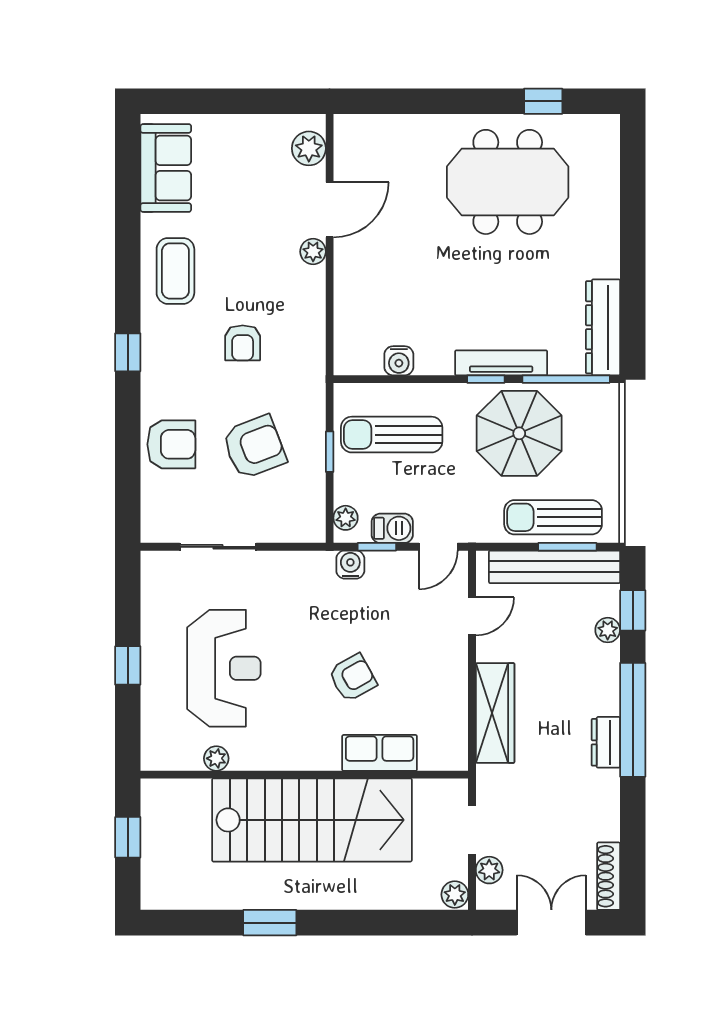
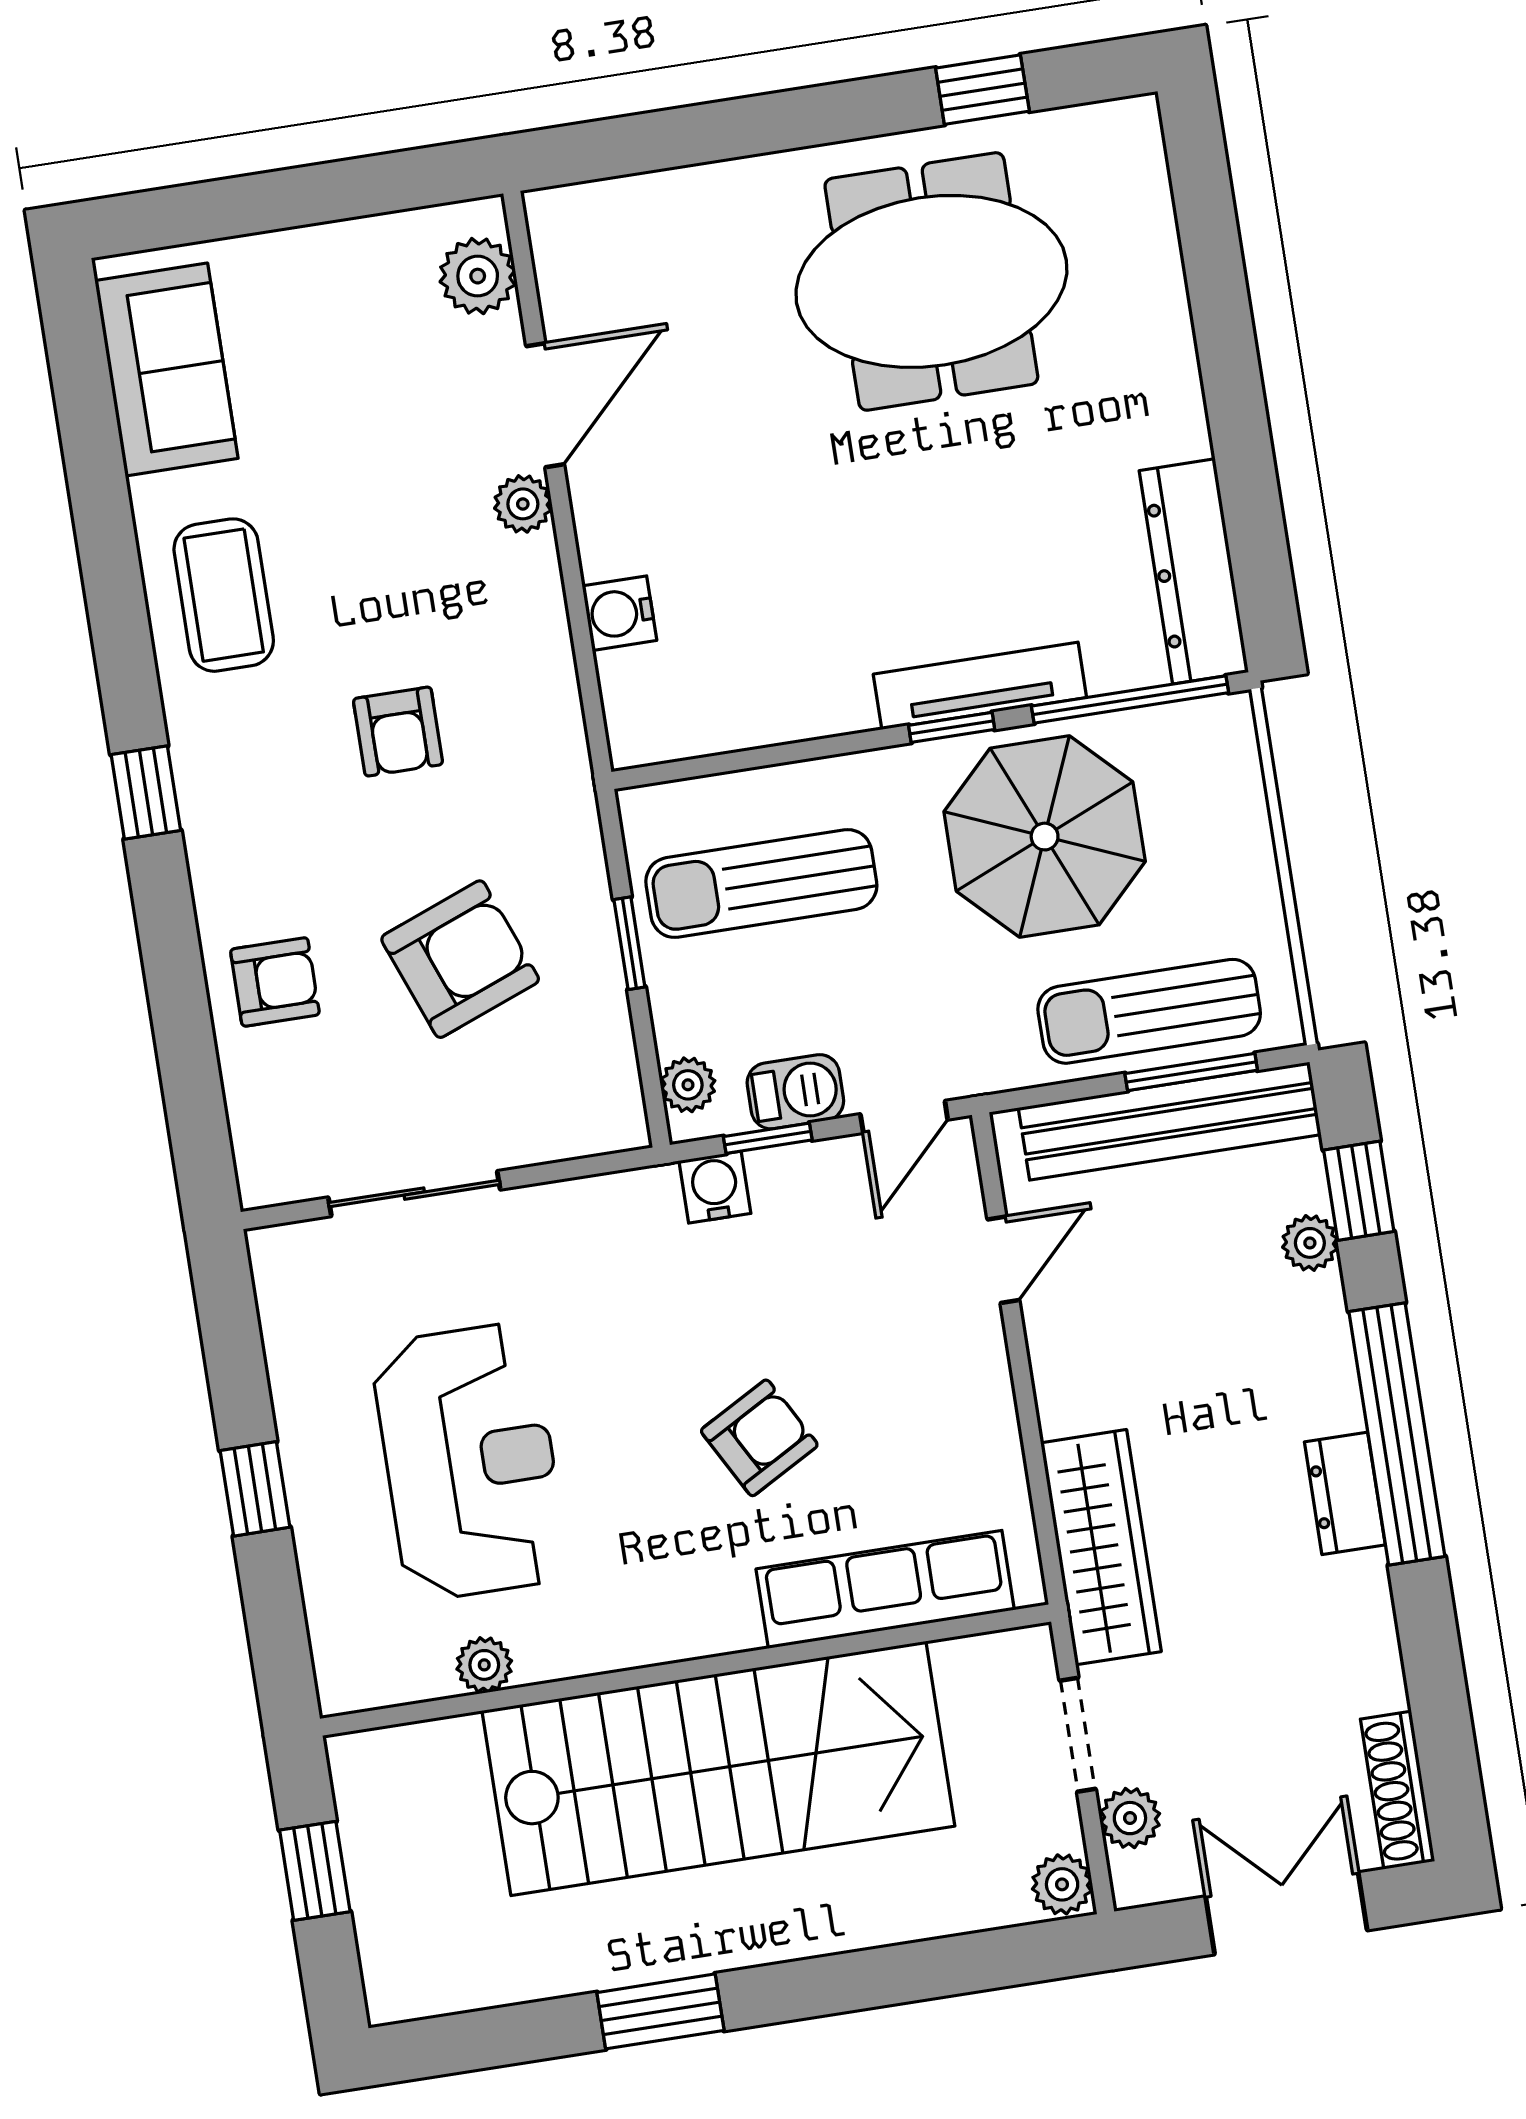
water cooler: (399, 361) -> (619, 613), moved, turned 90
armchair: (171, 444) -> (275, 982), width x0.72, depth x0.72
wardrobe: (495, 713) -> (1101, 1547), moved
row of seats: (380, 753) -> (885, 1589), width x1.48

